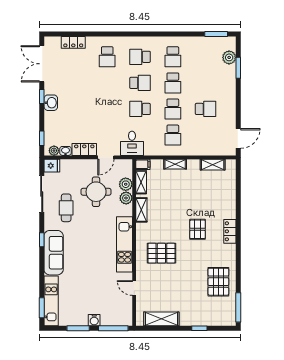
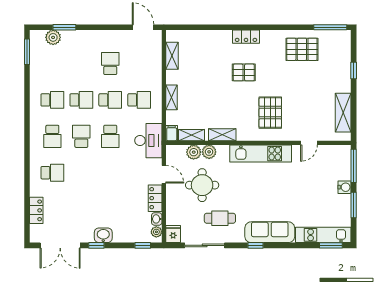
desk: (132, 143) -> (148, 141), width x1.37

